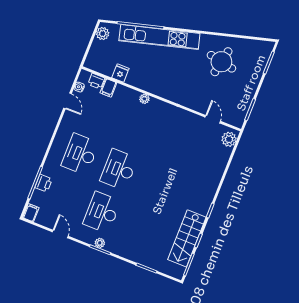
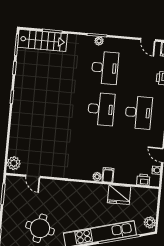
fridge: (120, 73) -> (119, 195), width x1.88, depth x1.34
filing cabinet: (108, 88) -> (108, 175), moved
door: (60, 234) -> (148, 40), moved
stairs: (187, 238) -> (42, 40), moved, turned 90

